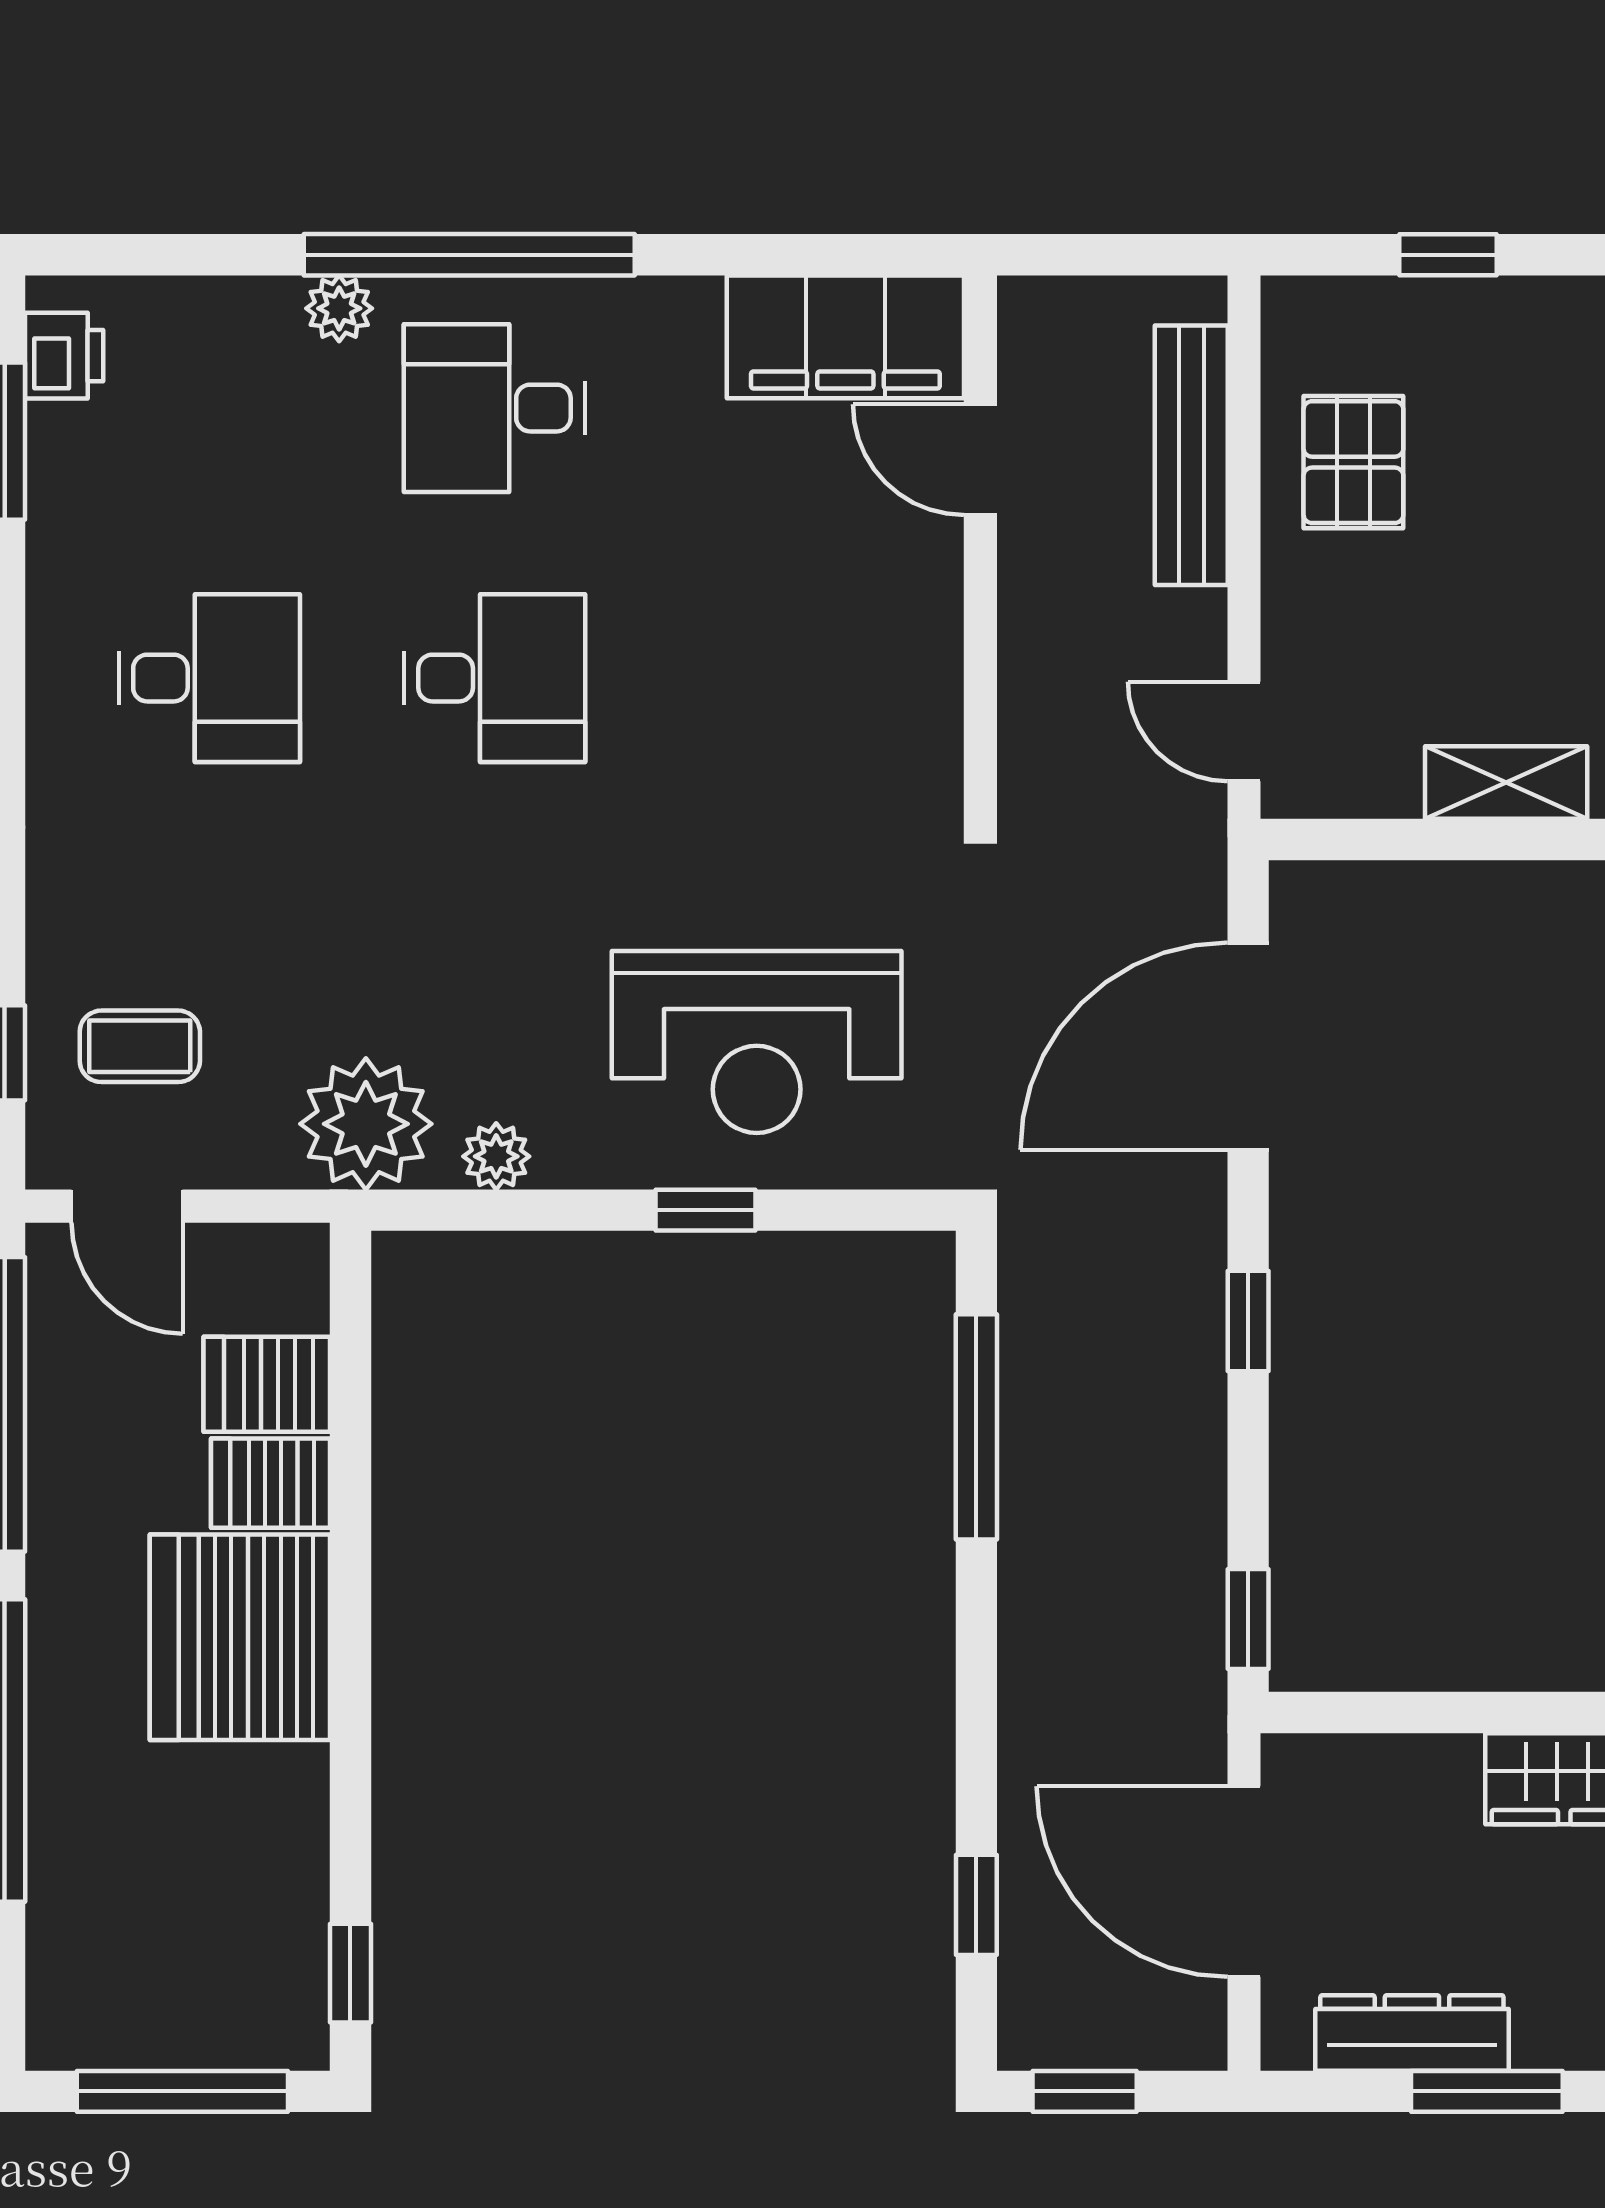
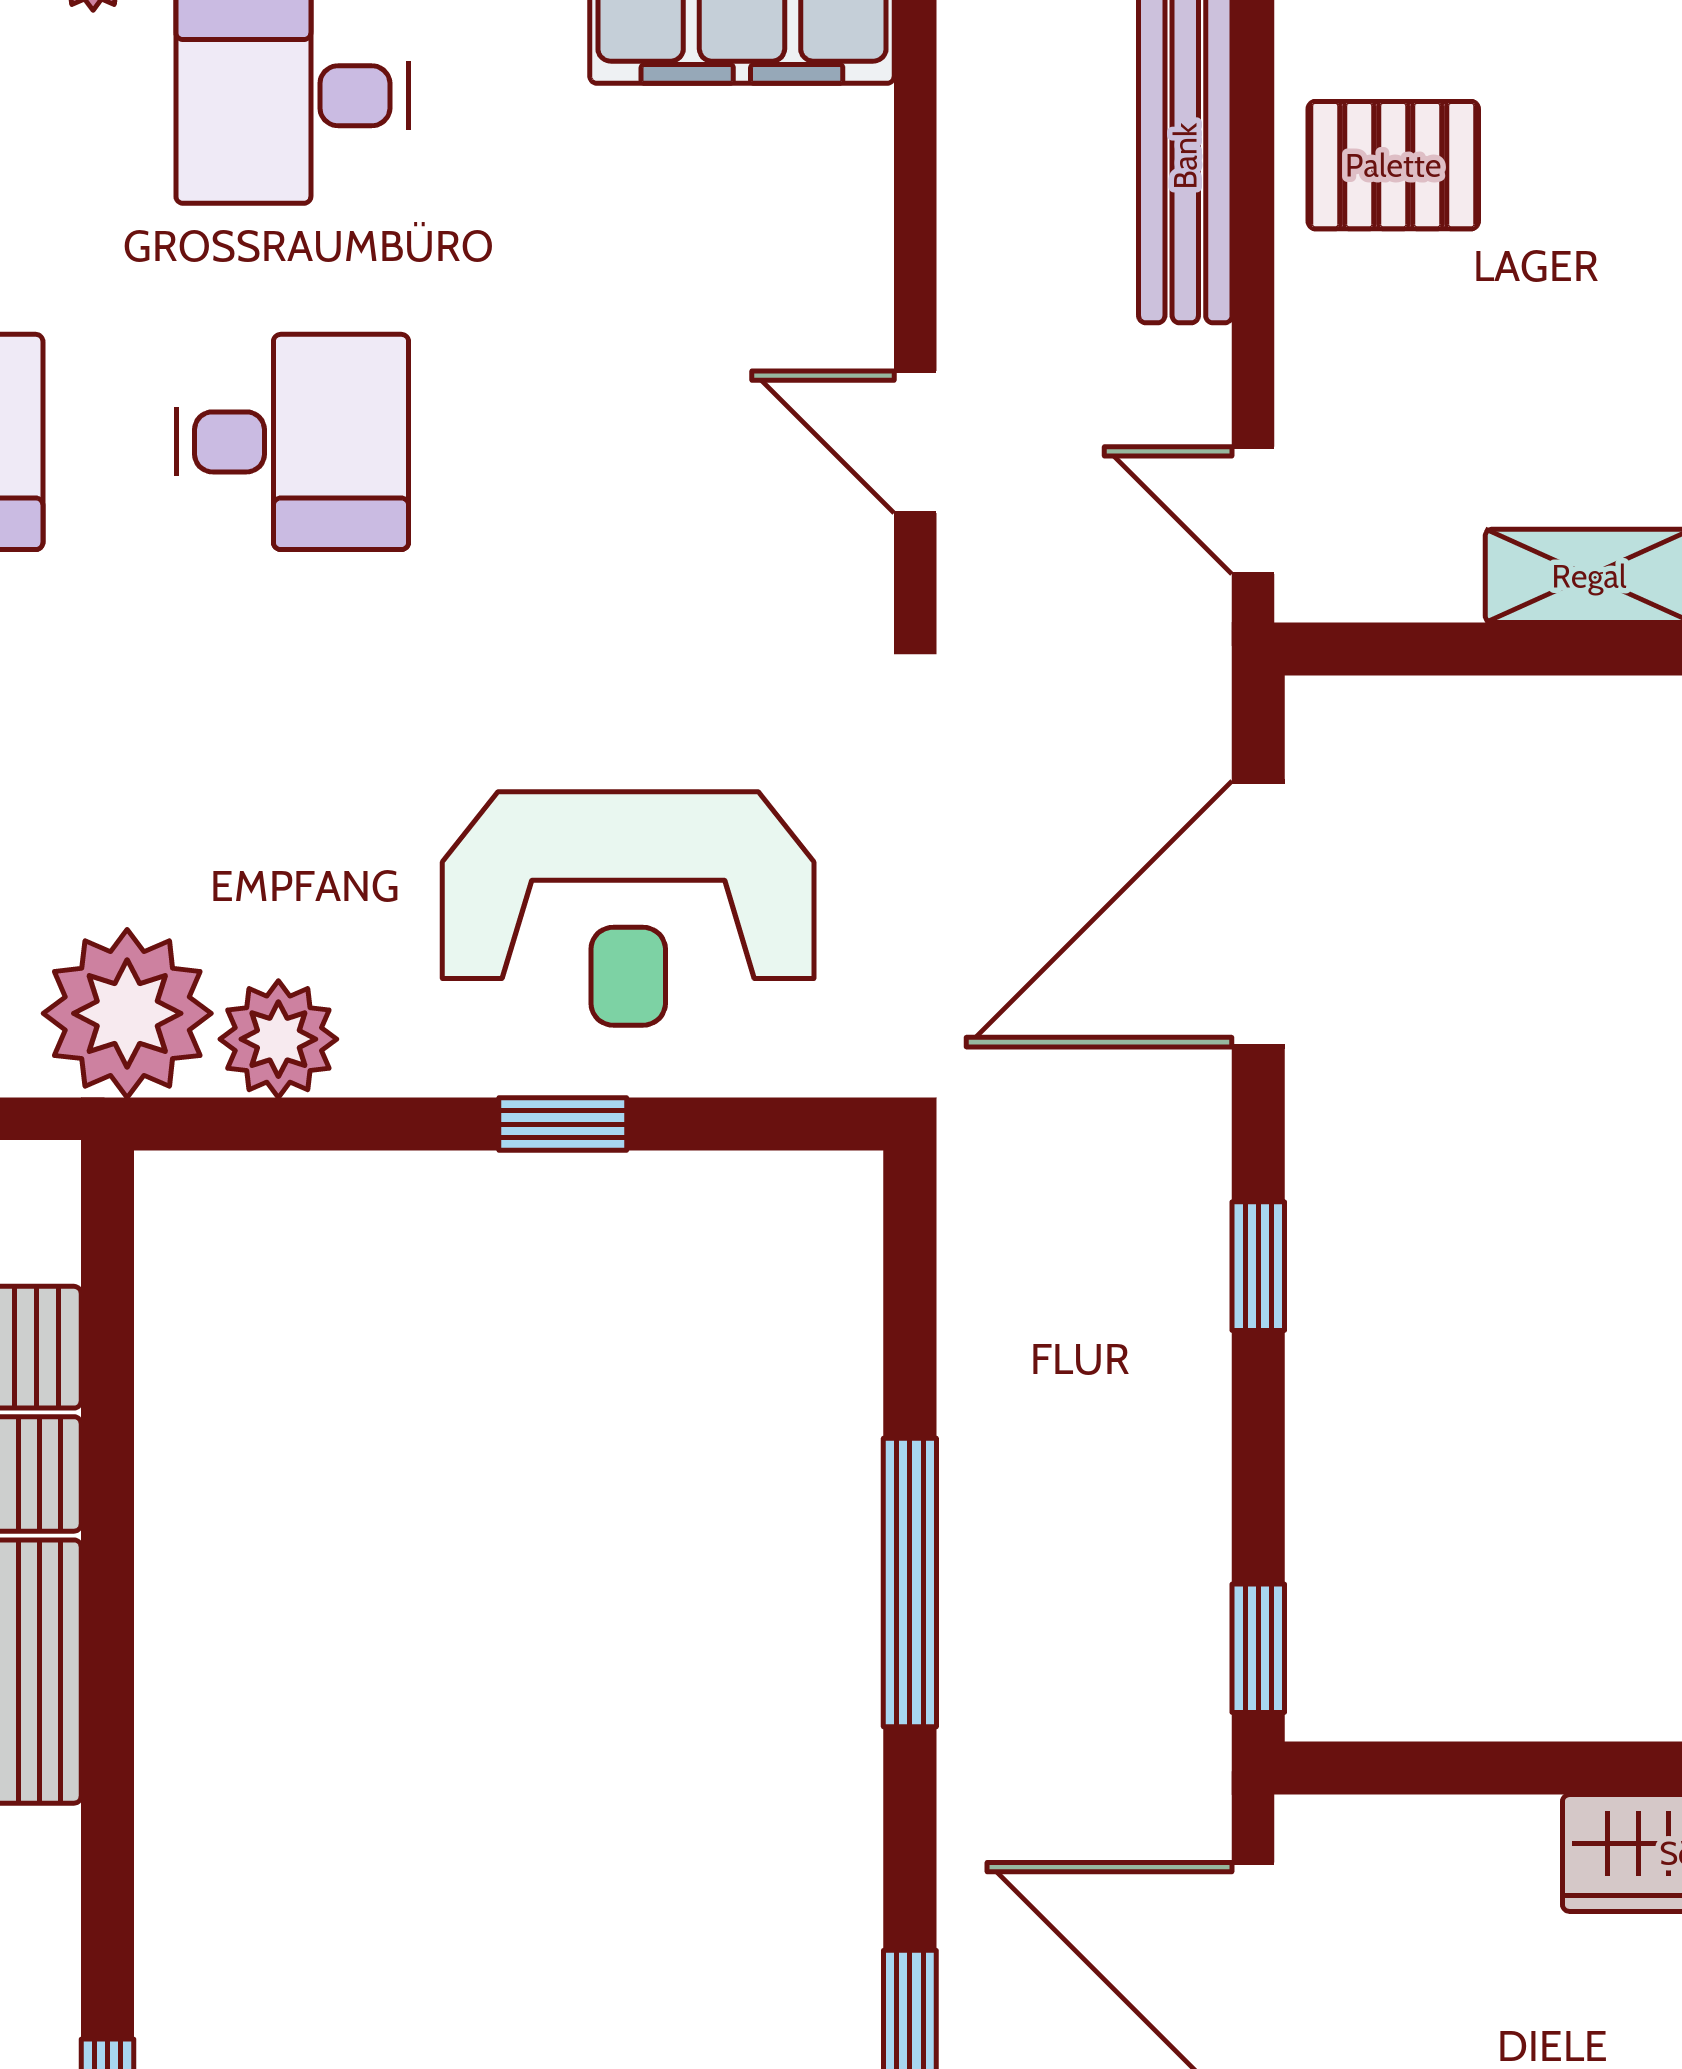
door: (980, 460) -> (915, 442), moved
pallet: (1353, 462) -> (1393, 165), turned 90
plant: (496, 1156) -> (278, 1039), width x1.38, depth x1.38
window: (976, 1427) -> (910, 1583), moved

